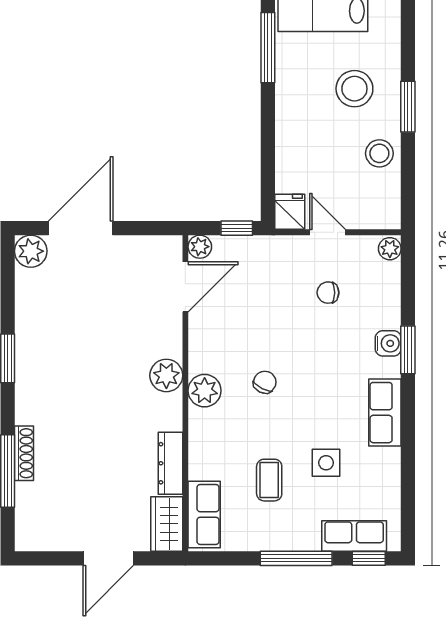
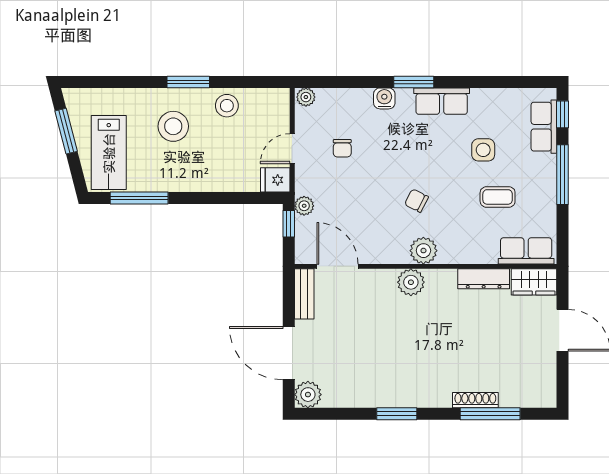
bench: (152, 247) -> (304, 294), added
plant: (200, 247) -> (304, 206), moved
window: (408, 350) -> (414, 82), moved

